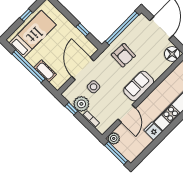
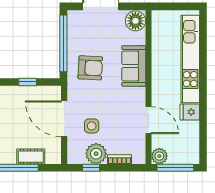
sofa: (139, 86) -> (134, 66), moved

